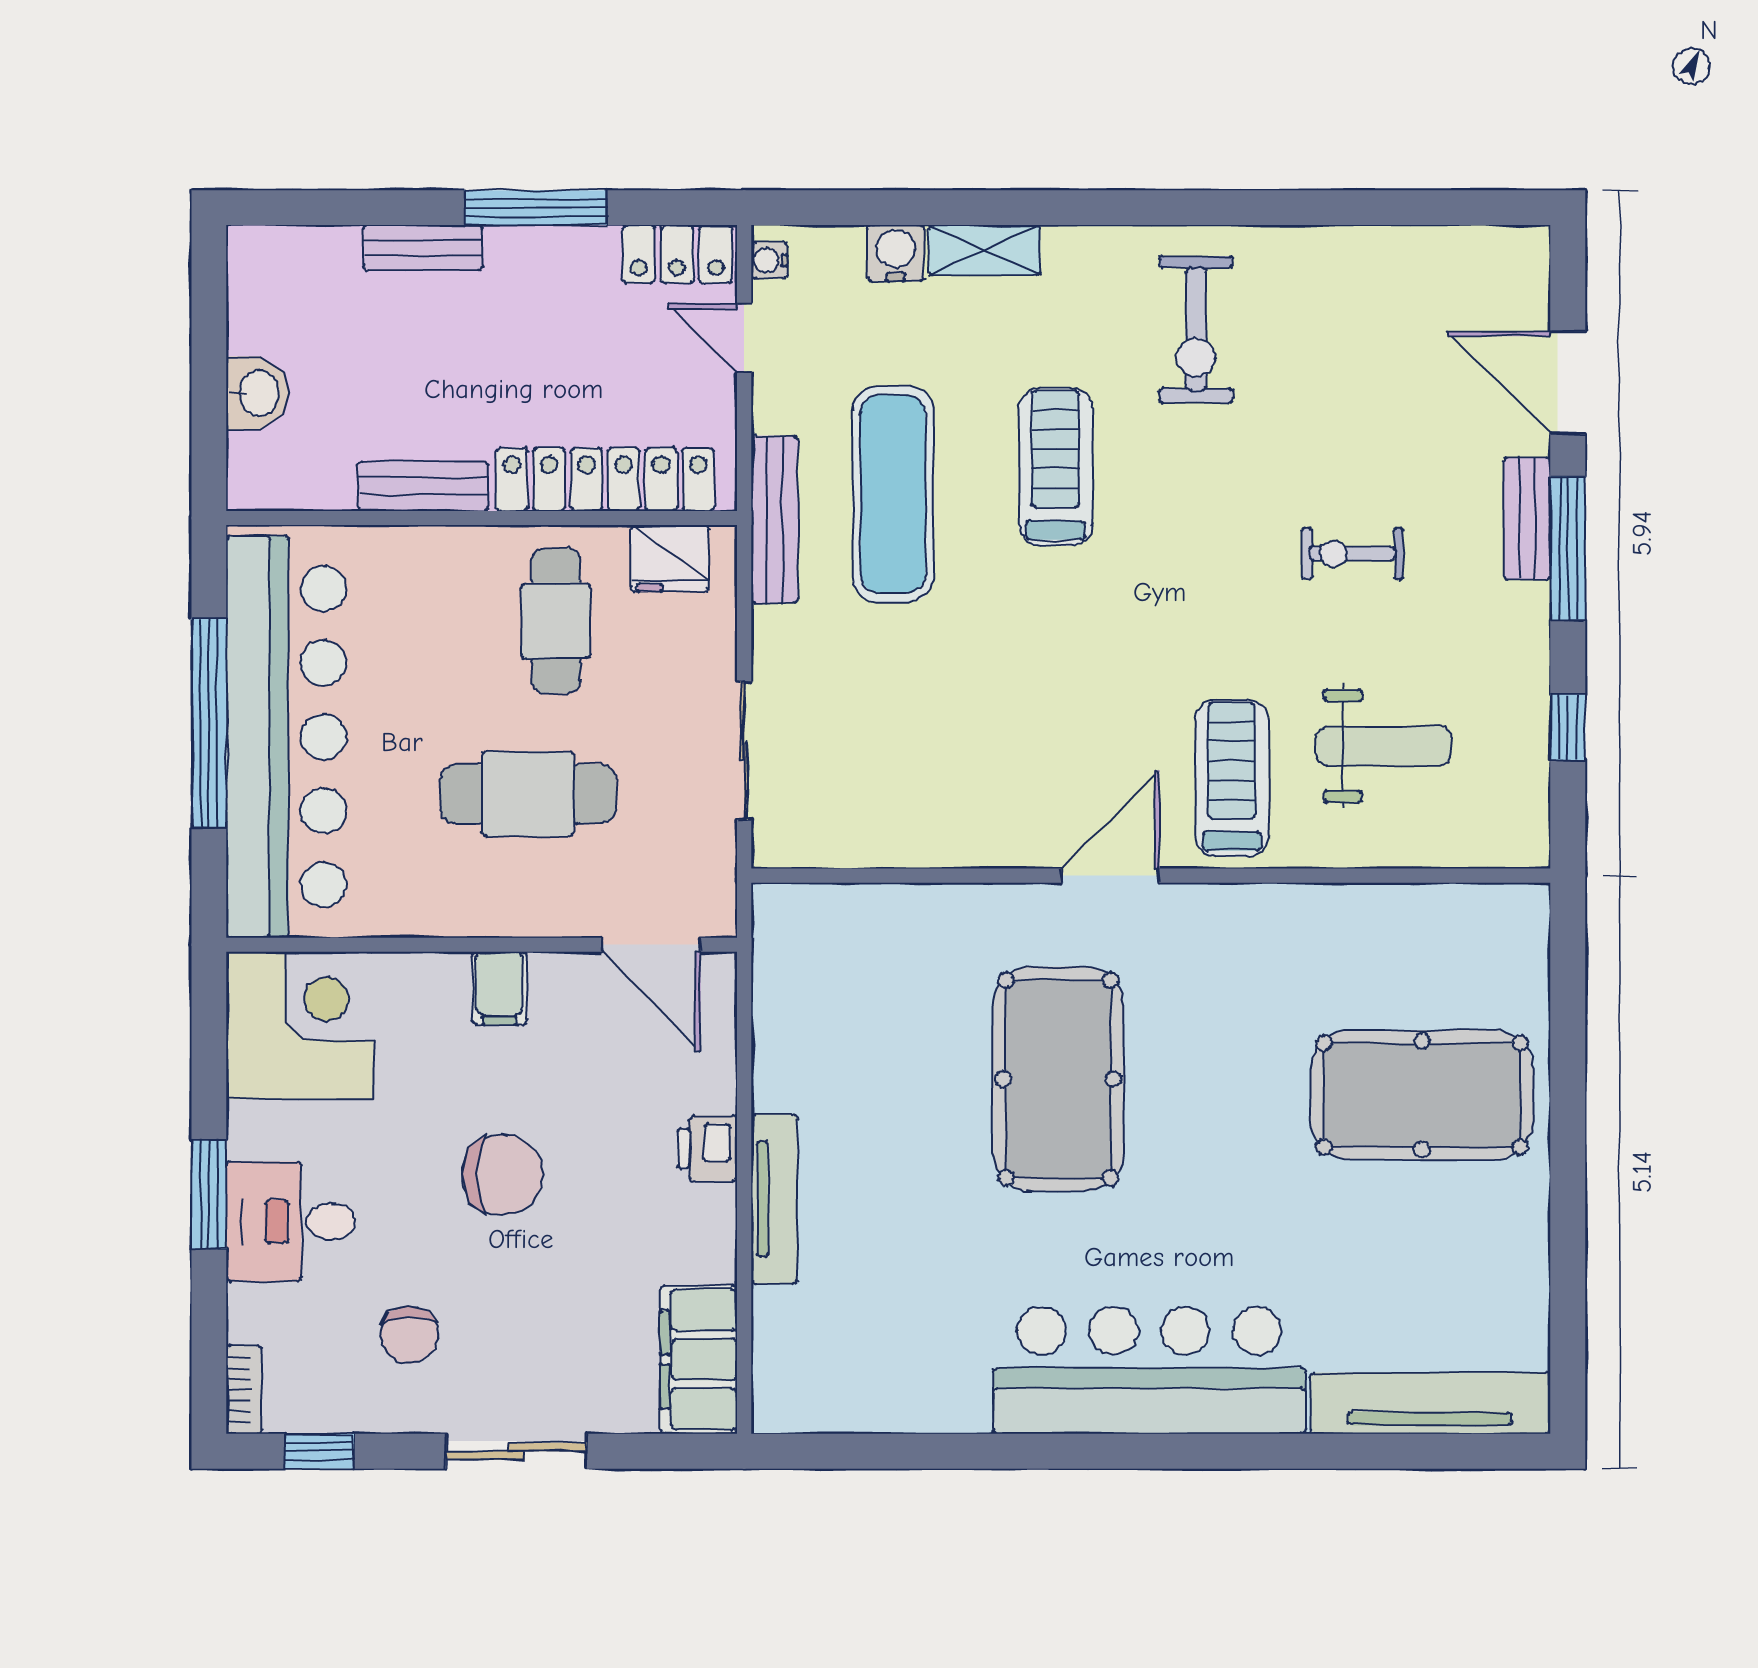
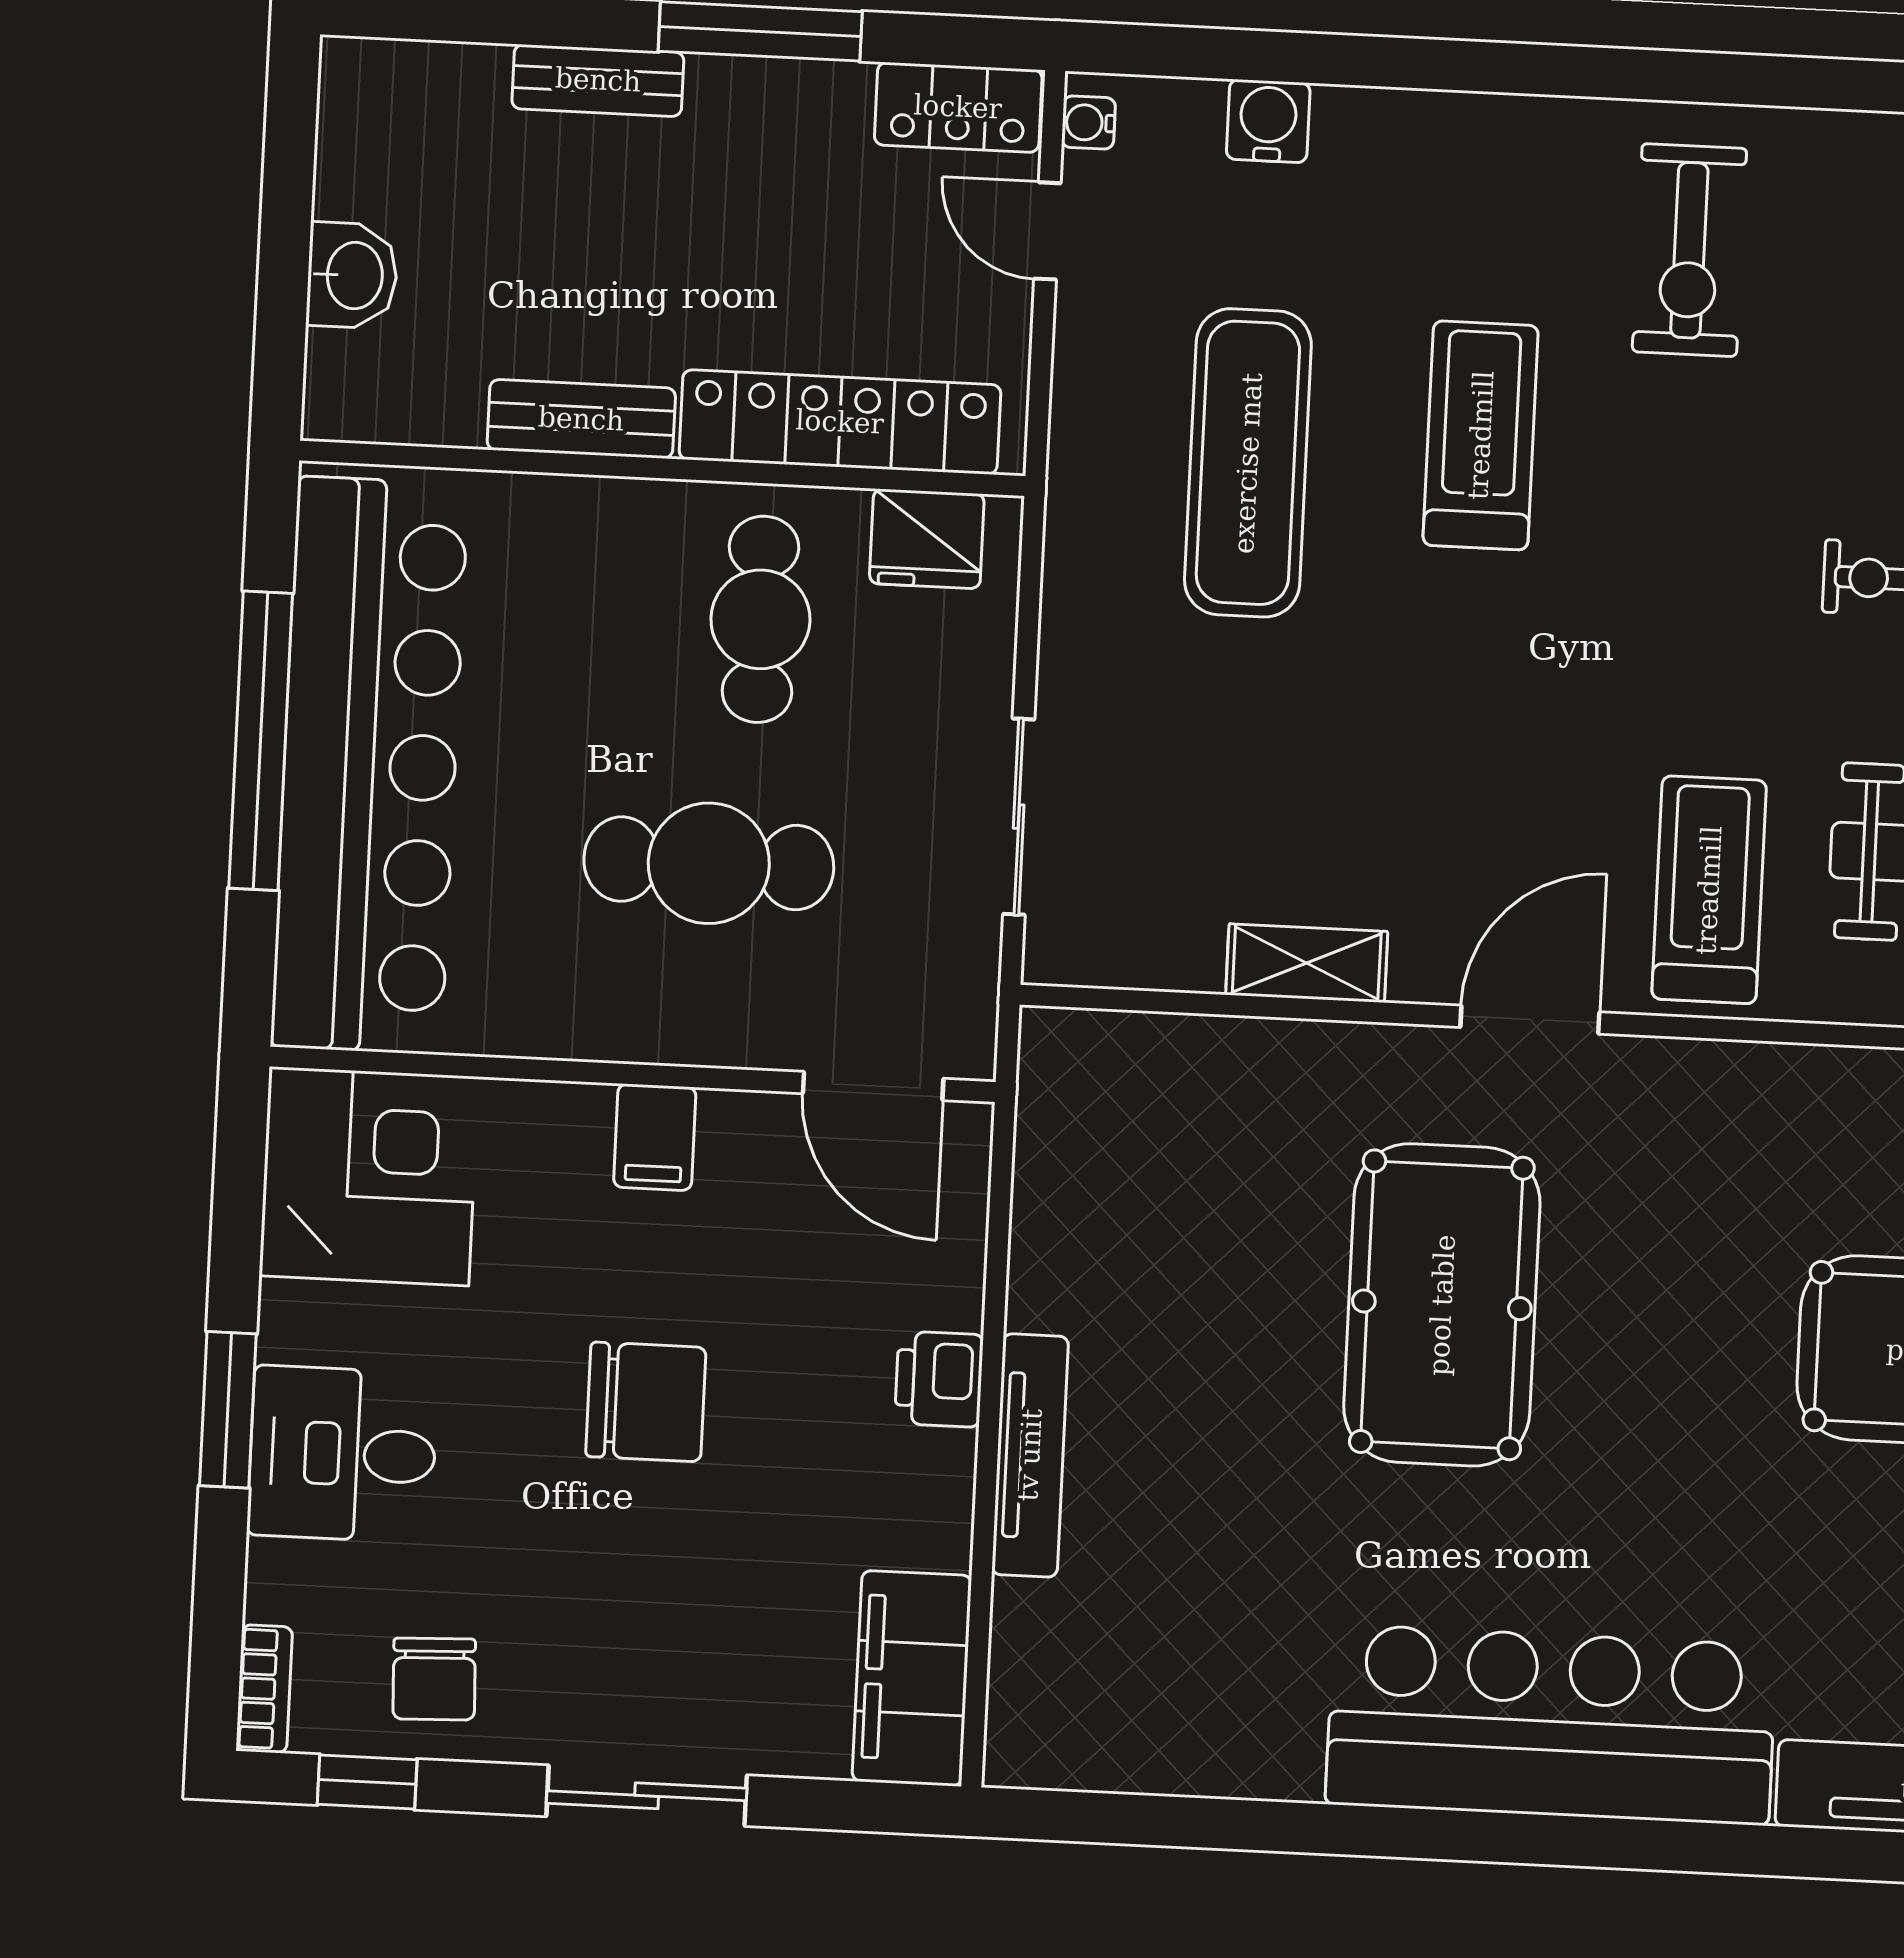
shelving: (984, 250) -> (1307, 963), moved
bench: (774, 519) -> (1078, 490), removed
chair: (409, 1335) -> (434, 1679), moved

